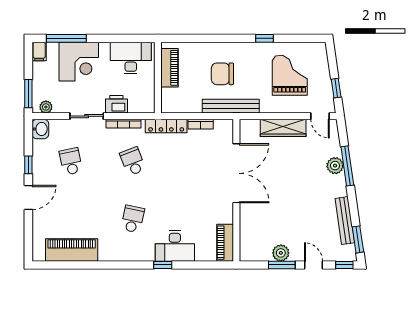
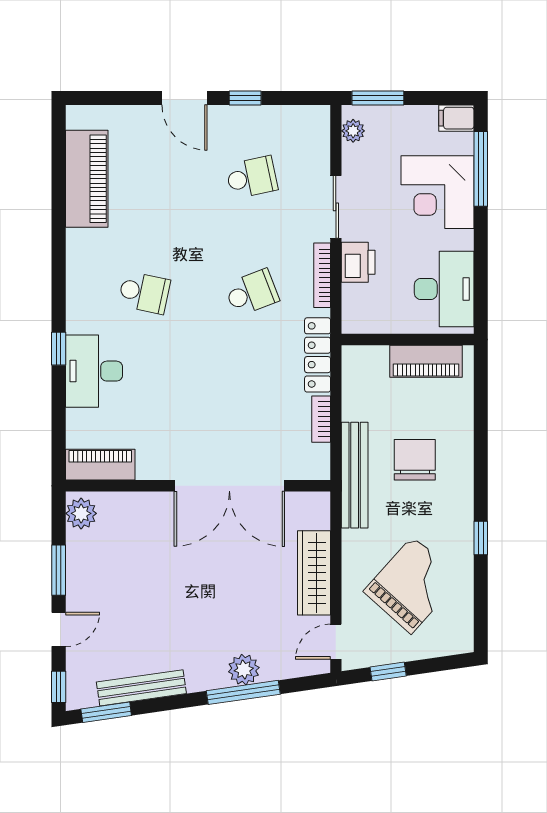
grand piano: (290, 75) -> (412, 585), turned -48
washbasin: (40, 129) -> (312, 121), removed
plant: (281, 253) -> (81, 513), moved

